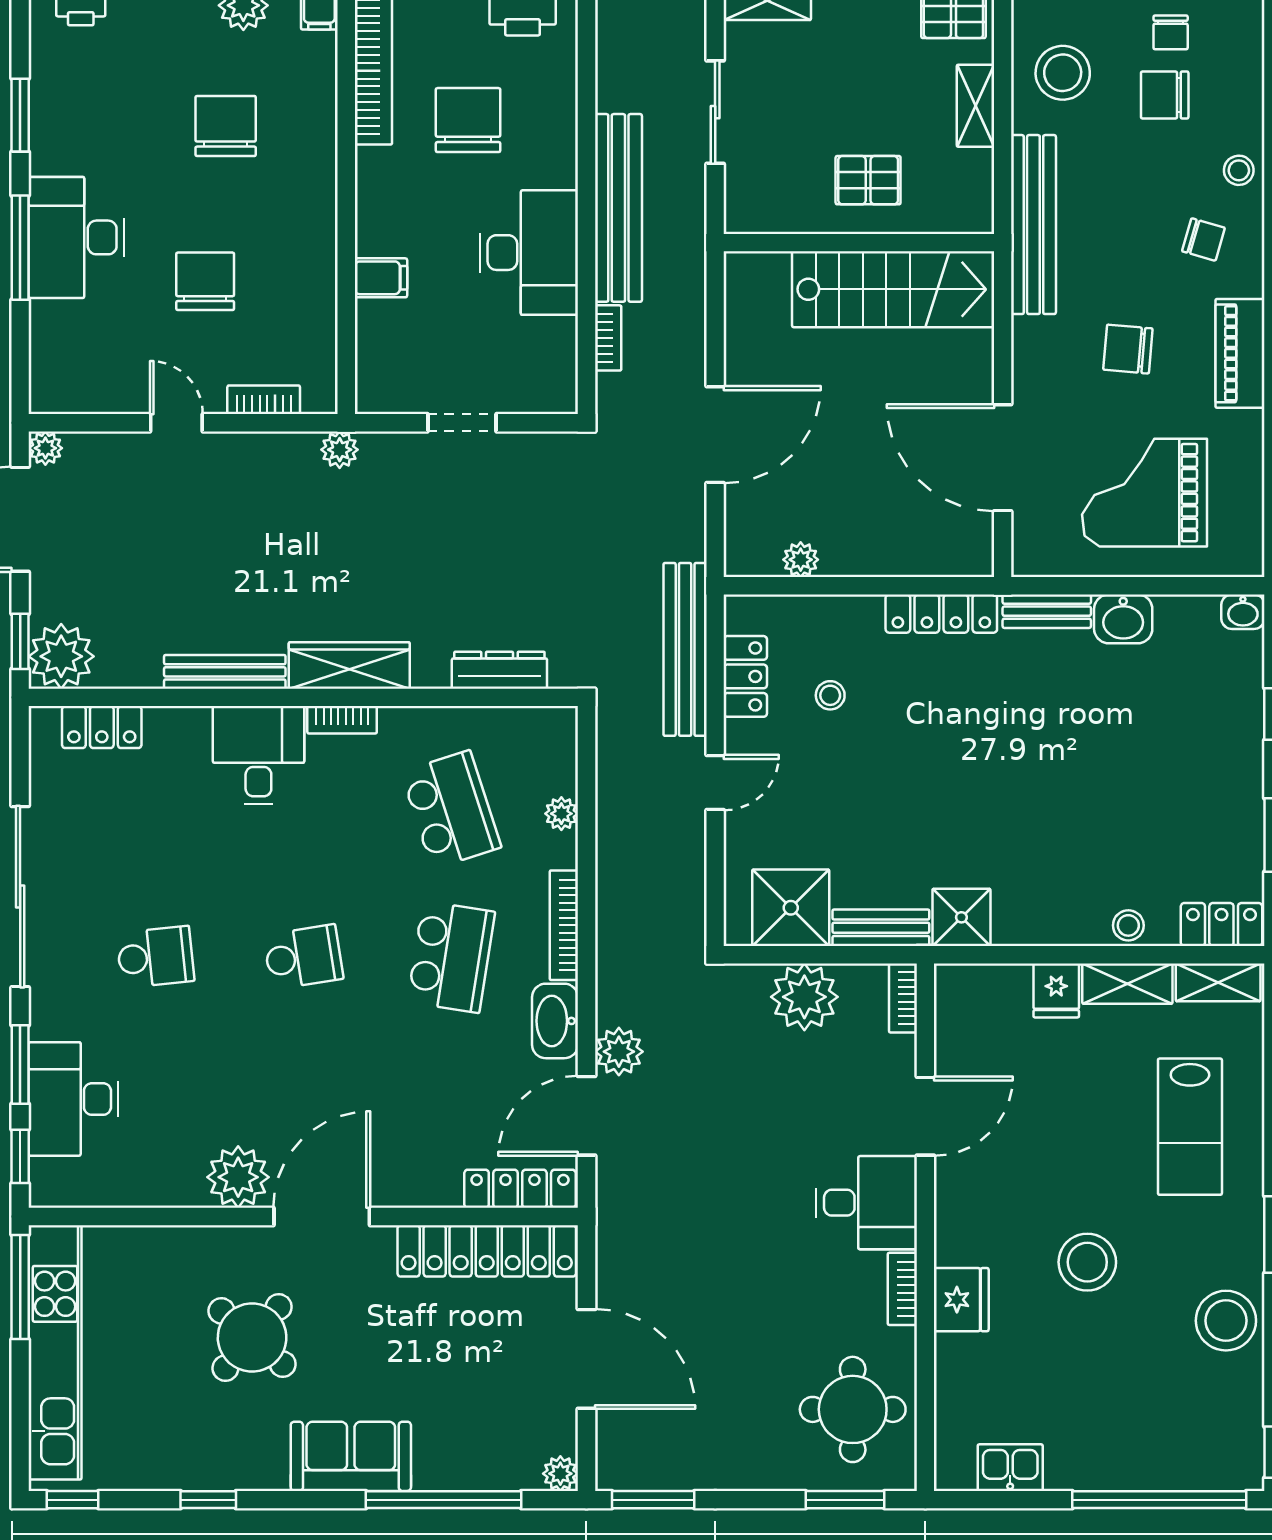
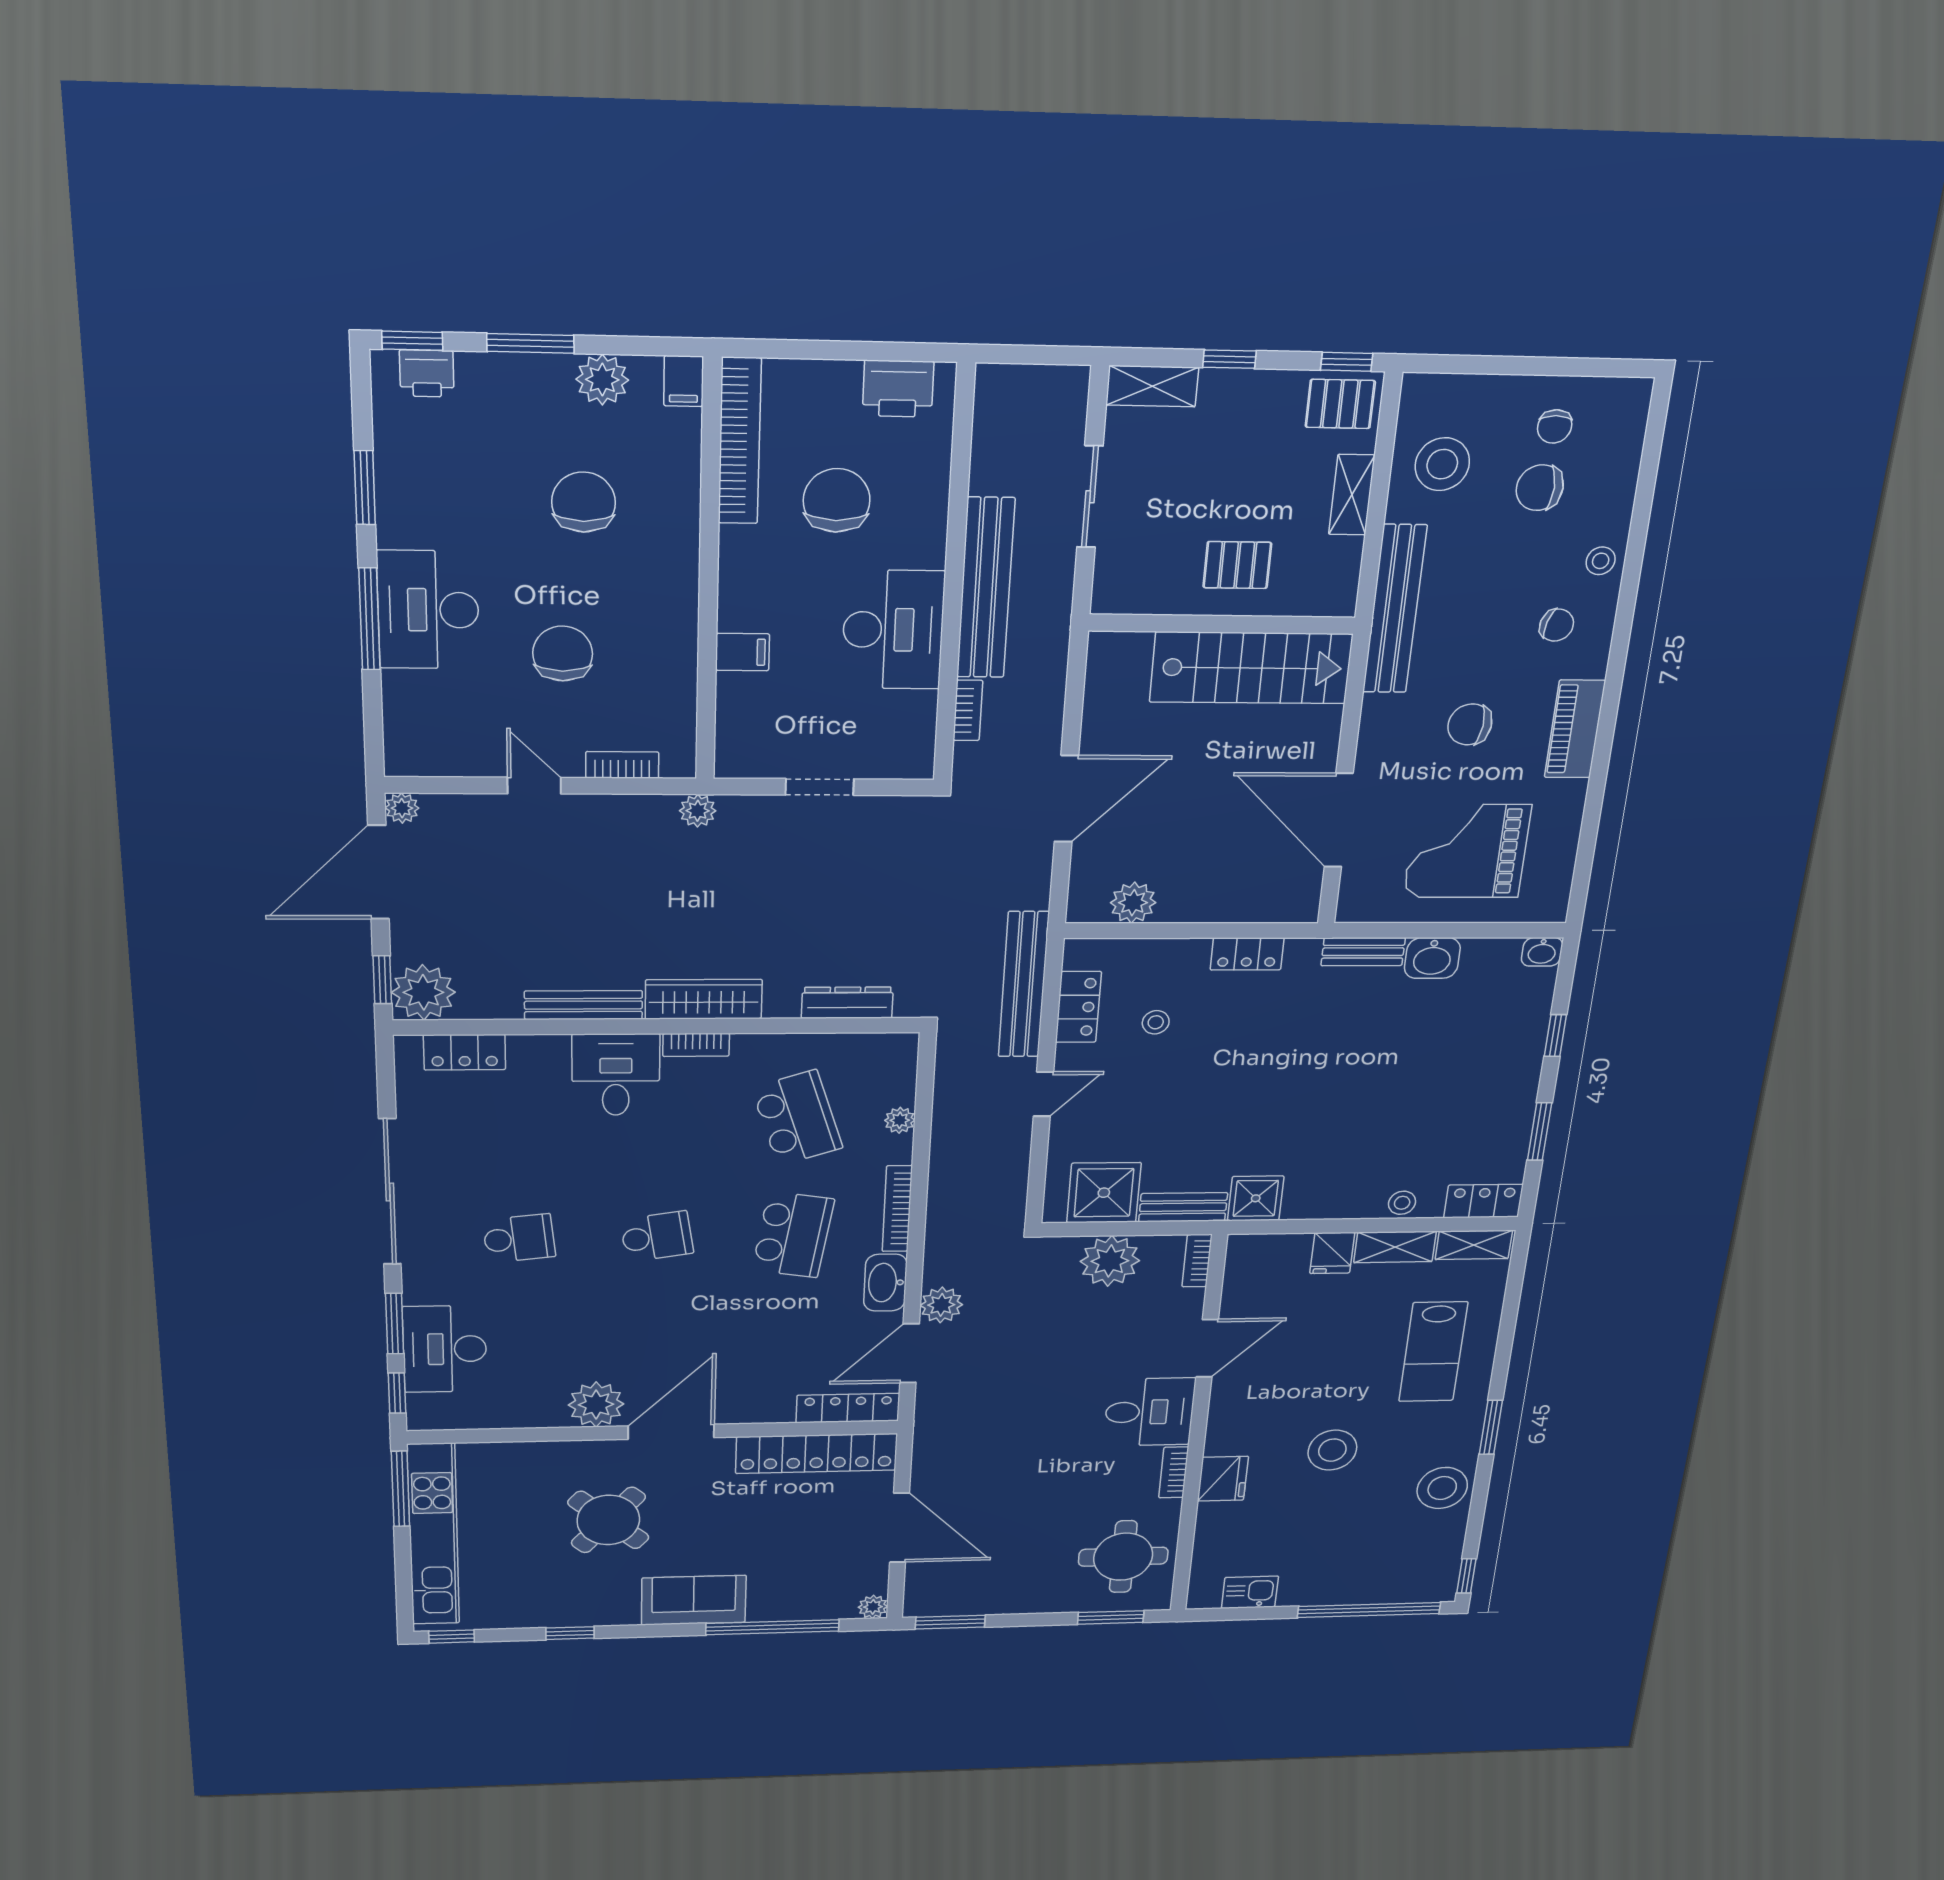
plant: (801, 560) -> (1133, 903), width x1.38, depth x1.38
locker: (941, 614) -> (1247, 954), width x0.66

